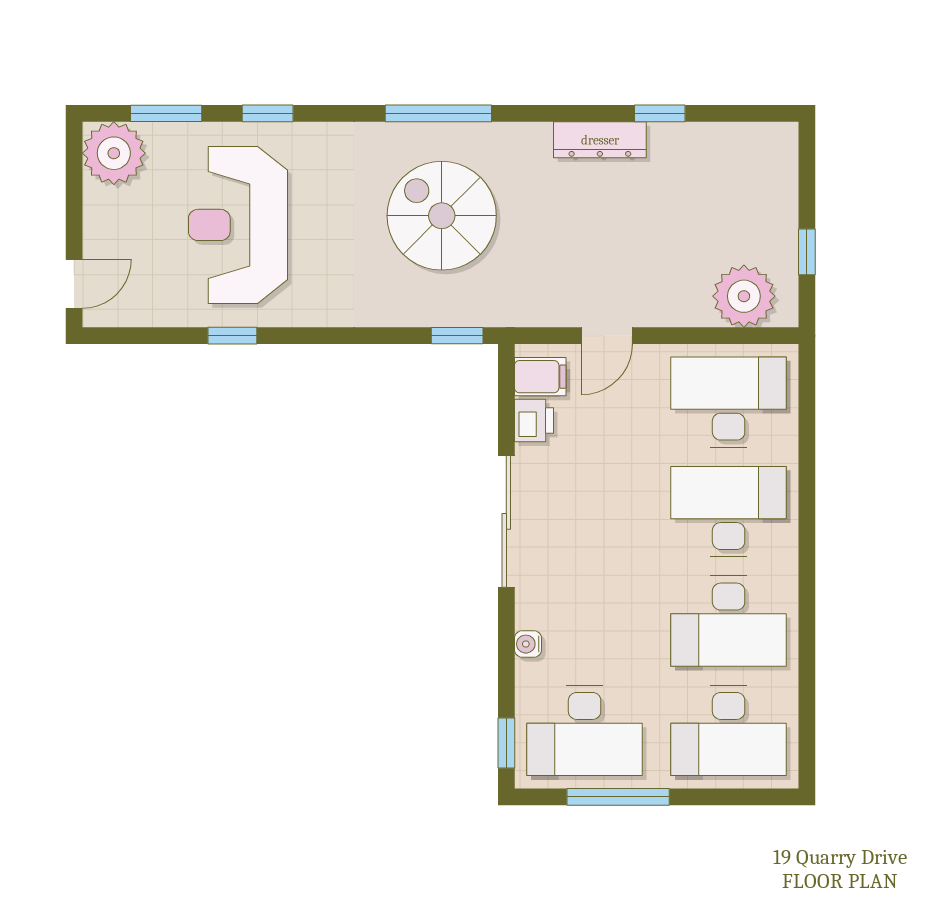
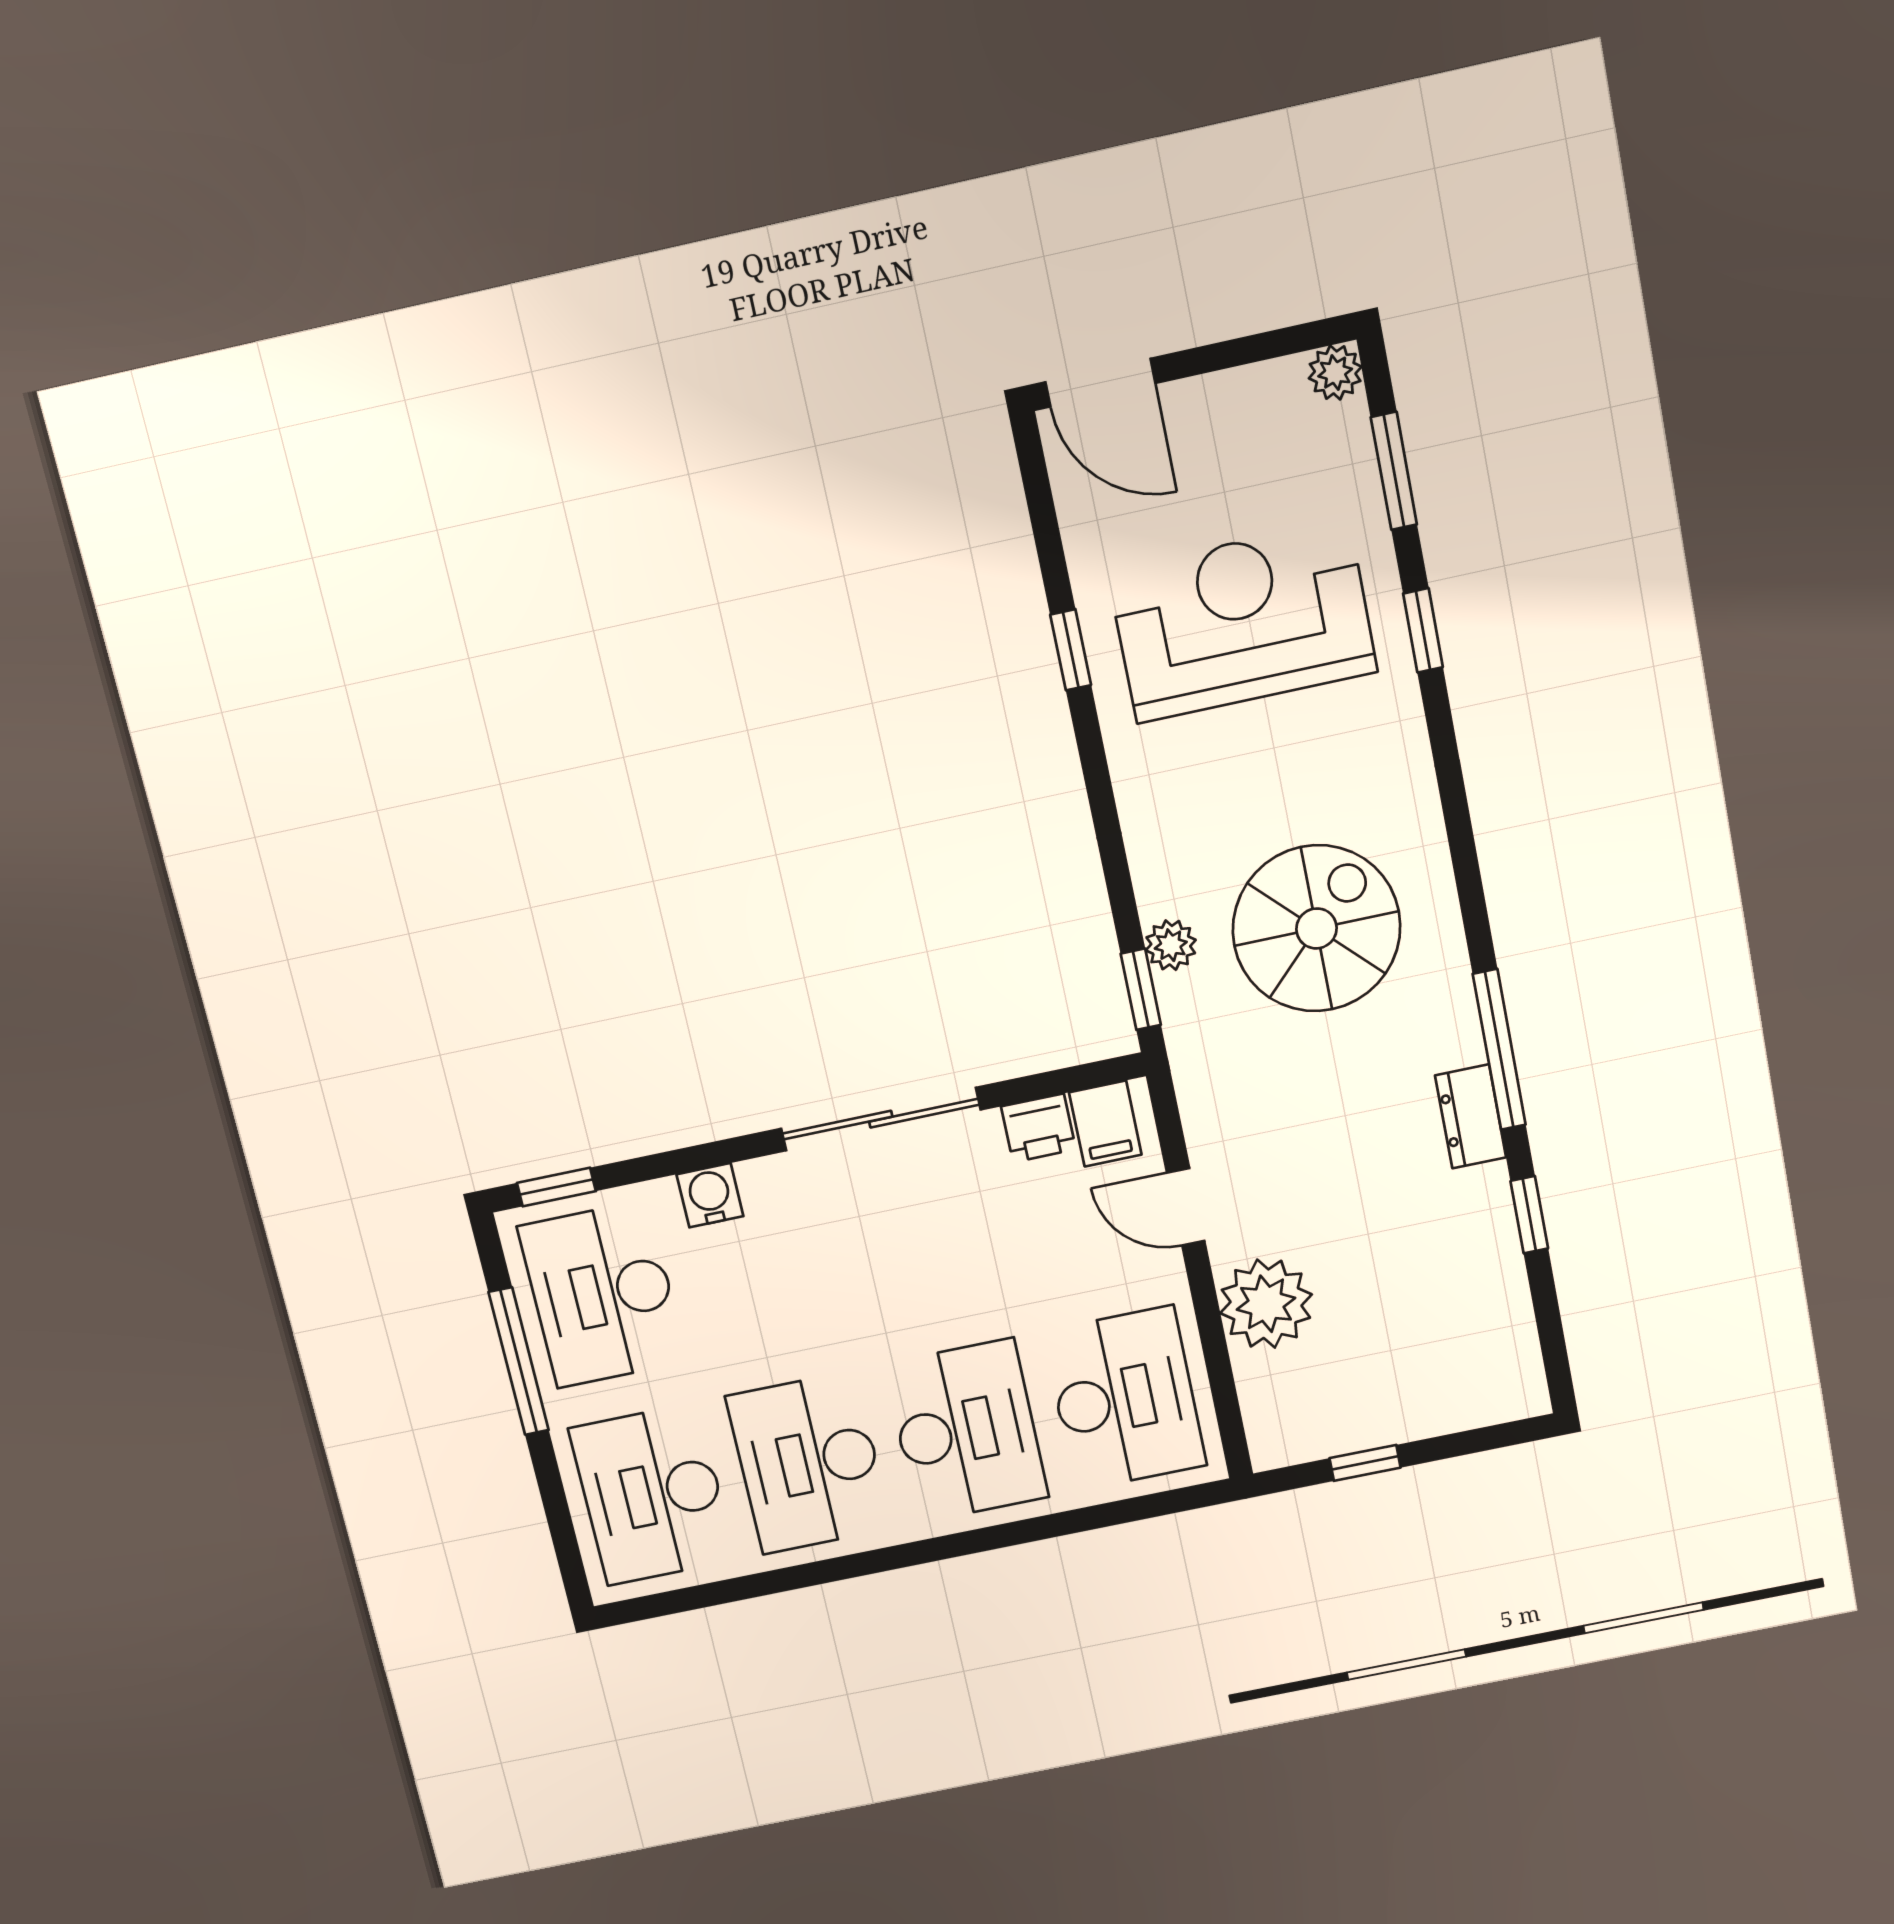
window: (438, 113) -> (1499, 1050), moved
dresser: (600, 140) -> (1471, 1116), width x0.70
plant: (114, 153) -> (1335, 373), width x0.53, depth x0.53
door: (74, 284) -> (1100, 383), width x1.38
plant: (744, 296) -> (1266, 1304), moved
plant: (433, 311) -> (1171, 945), added
water cooler: (528, 644) -> (710, 1195), width x1.38, depth x1.38

